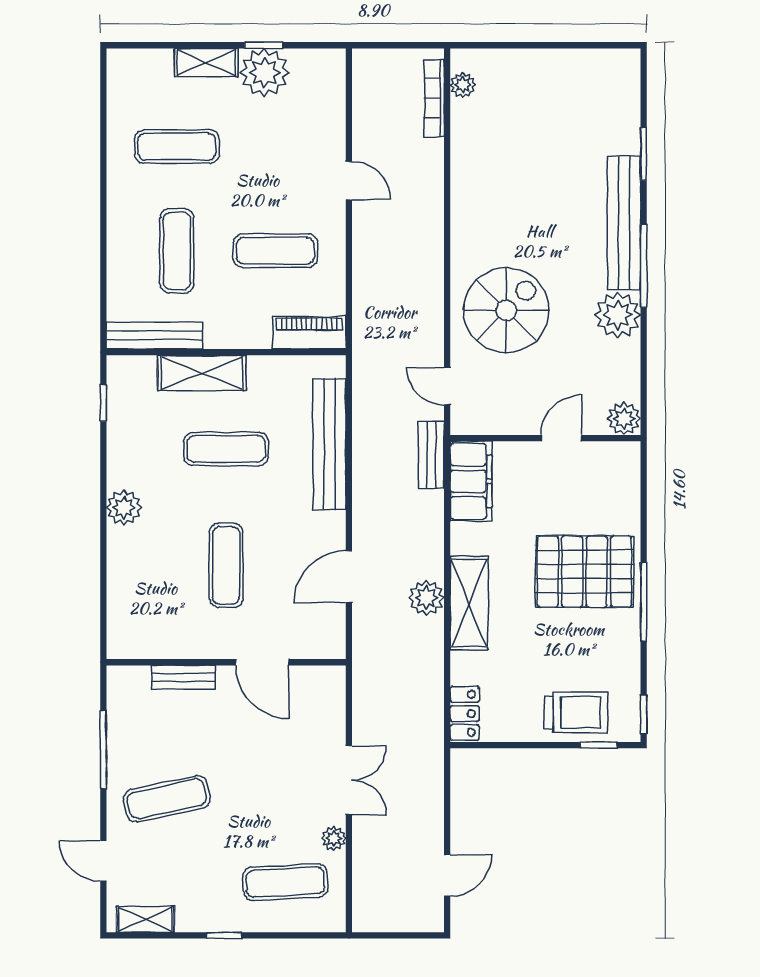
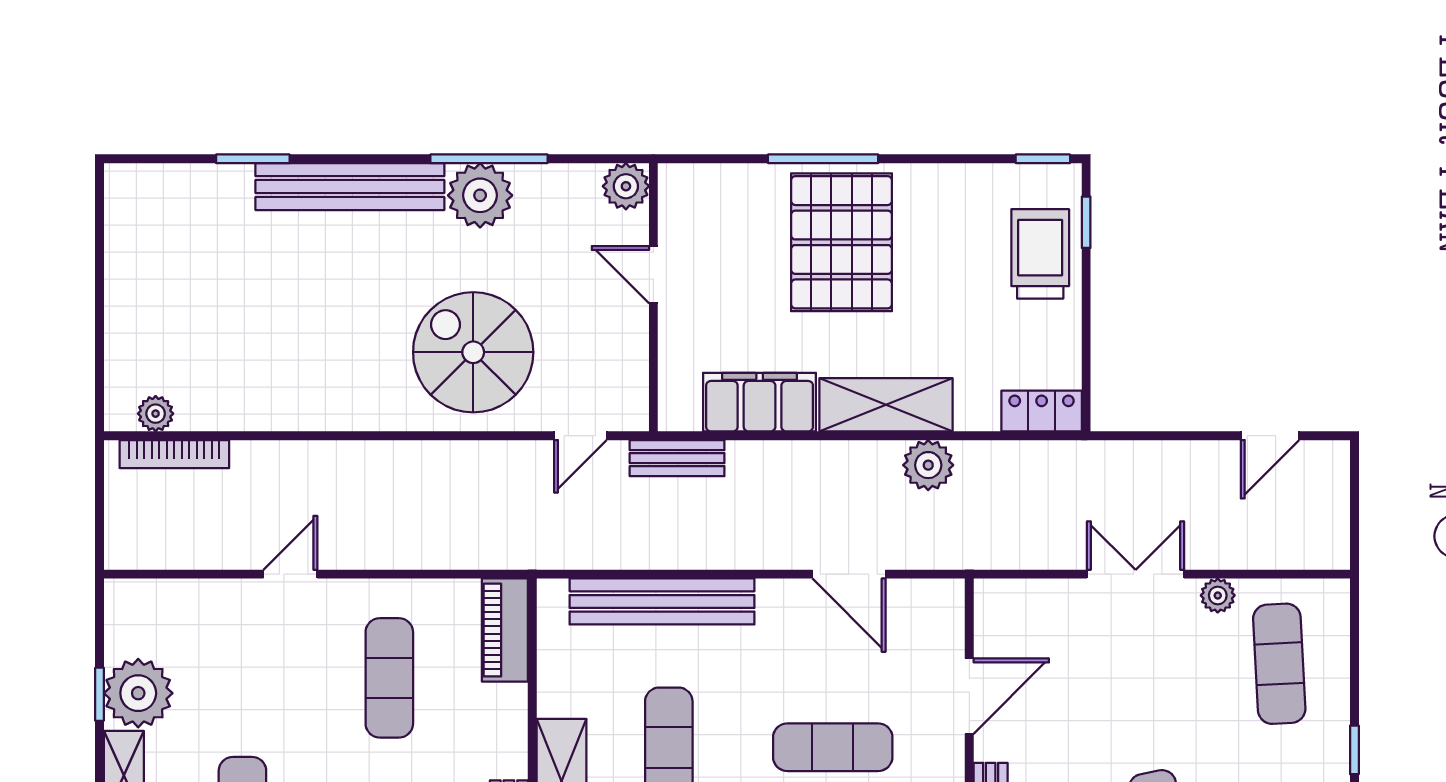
window: (644, 266) -> (489, 159), moved
filing cabinet: (471, 481) -> (760, 402), moved
plant: (426, 598) -> (928, 465), moved
window: (644, 602) -> (823, 159), moved
door: (447, 875) -> (1270, 436), swing flipped

